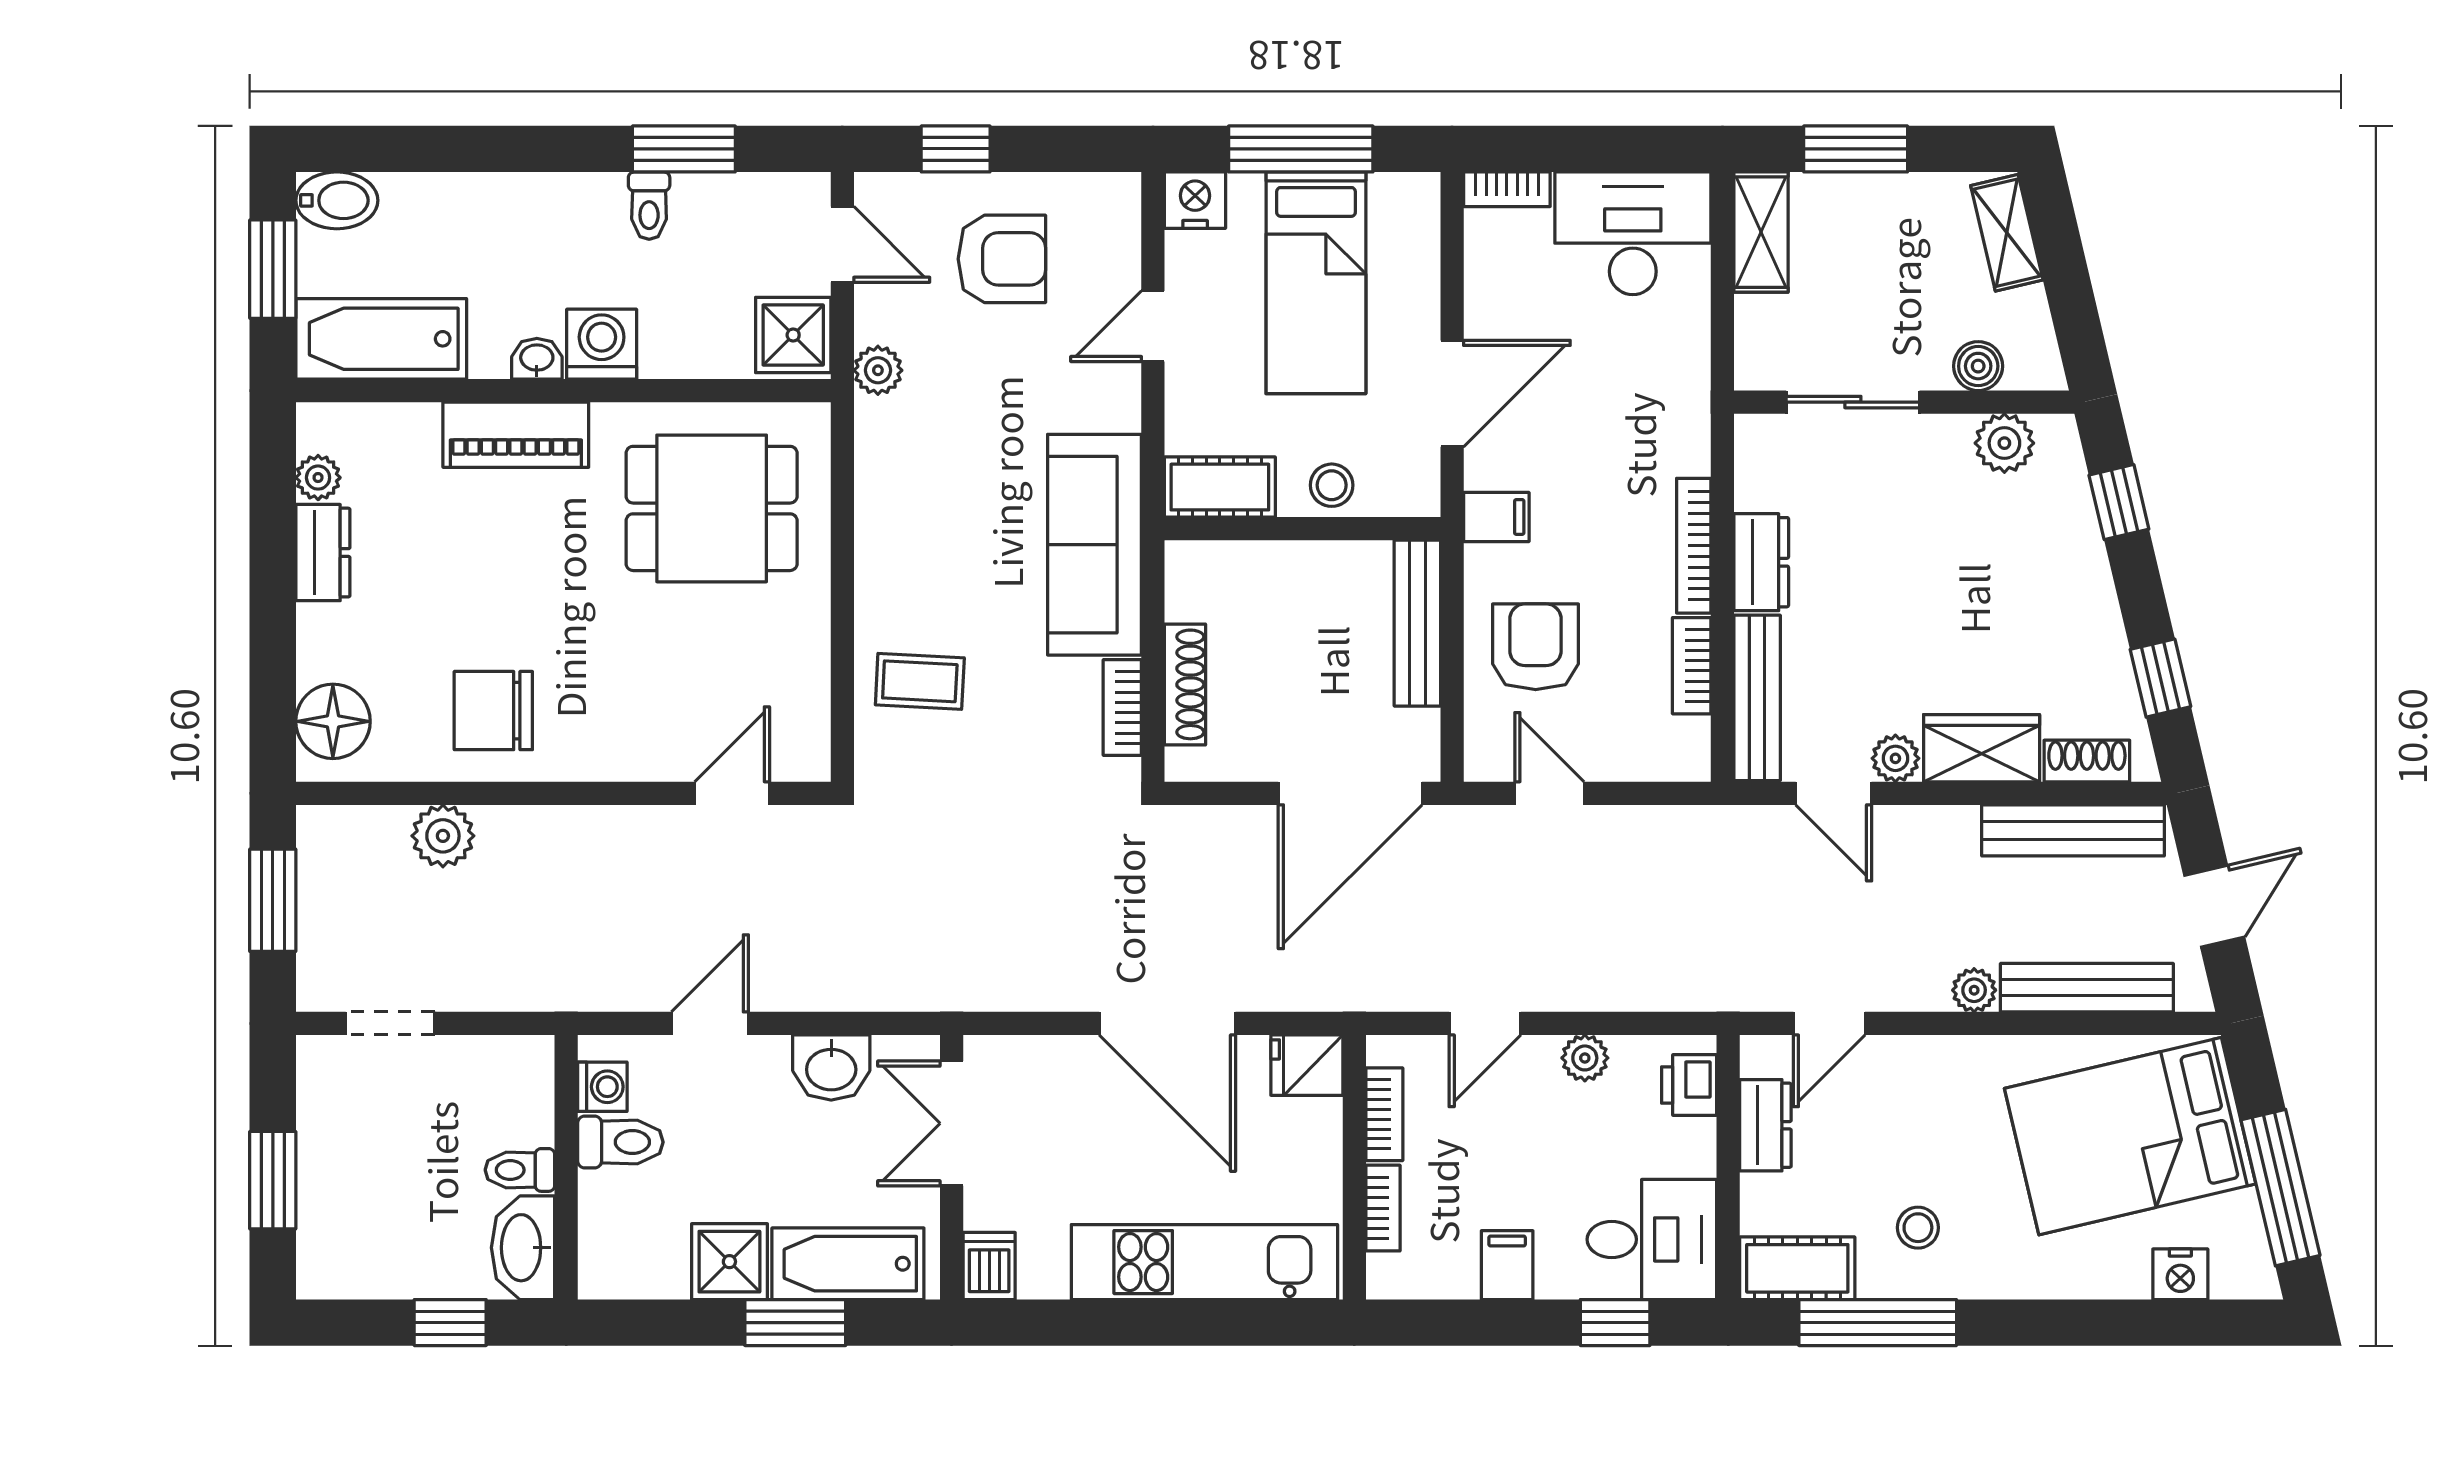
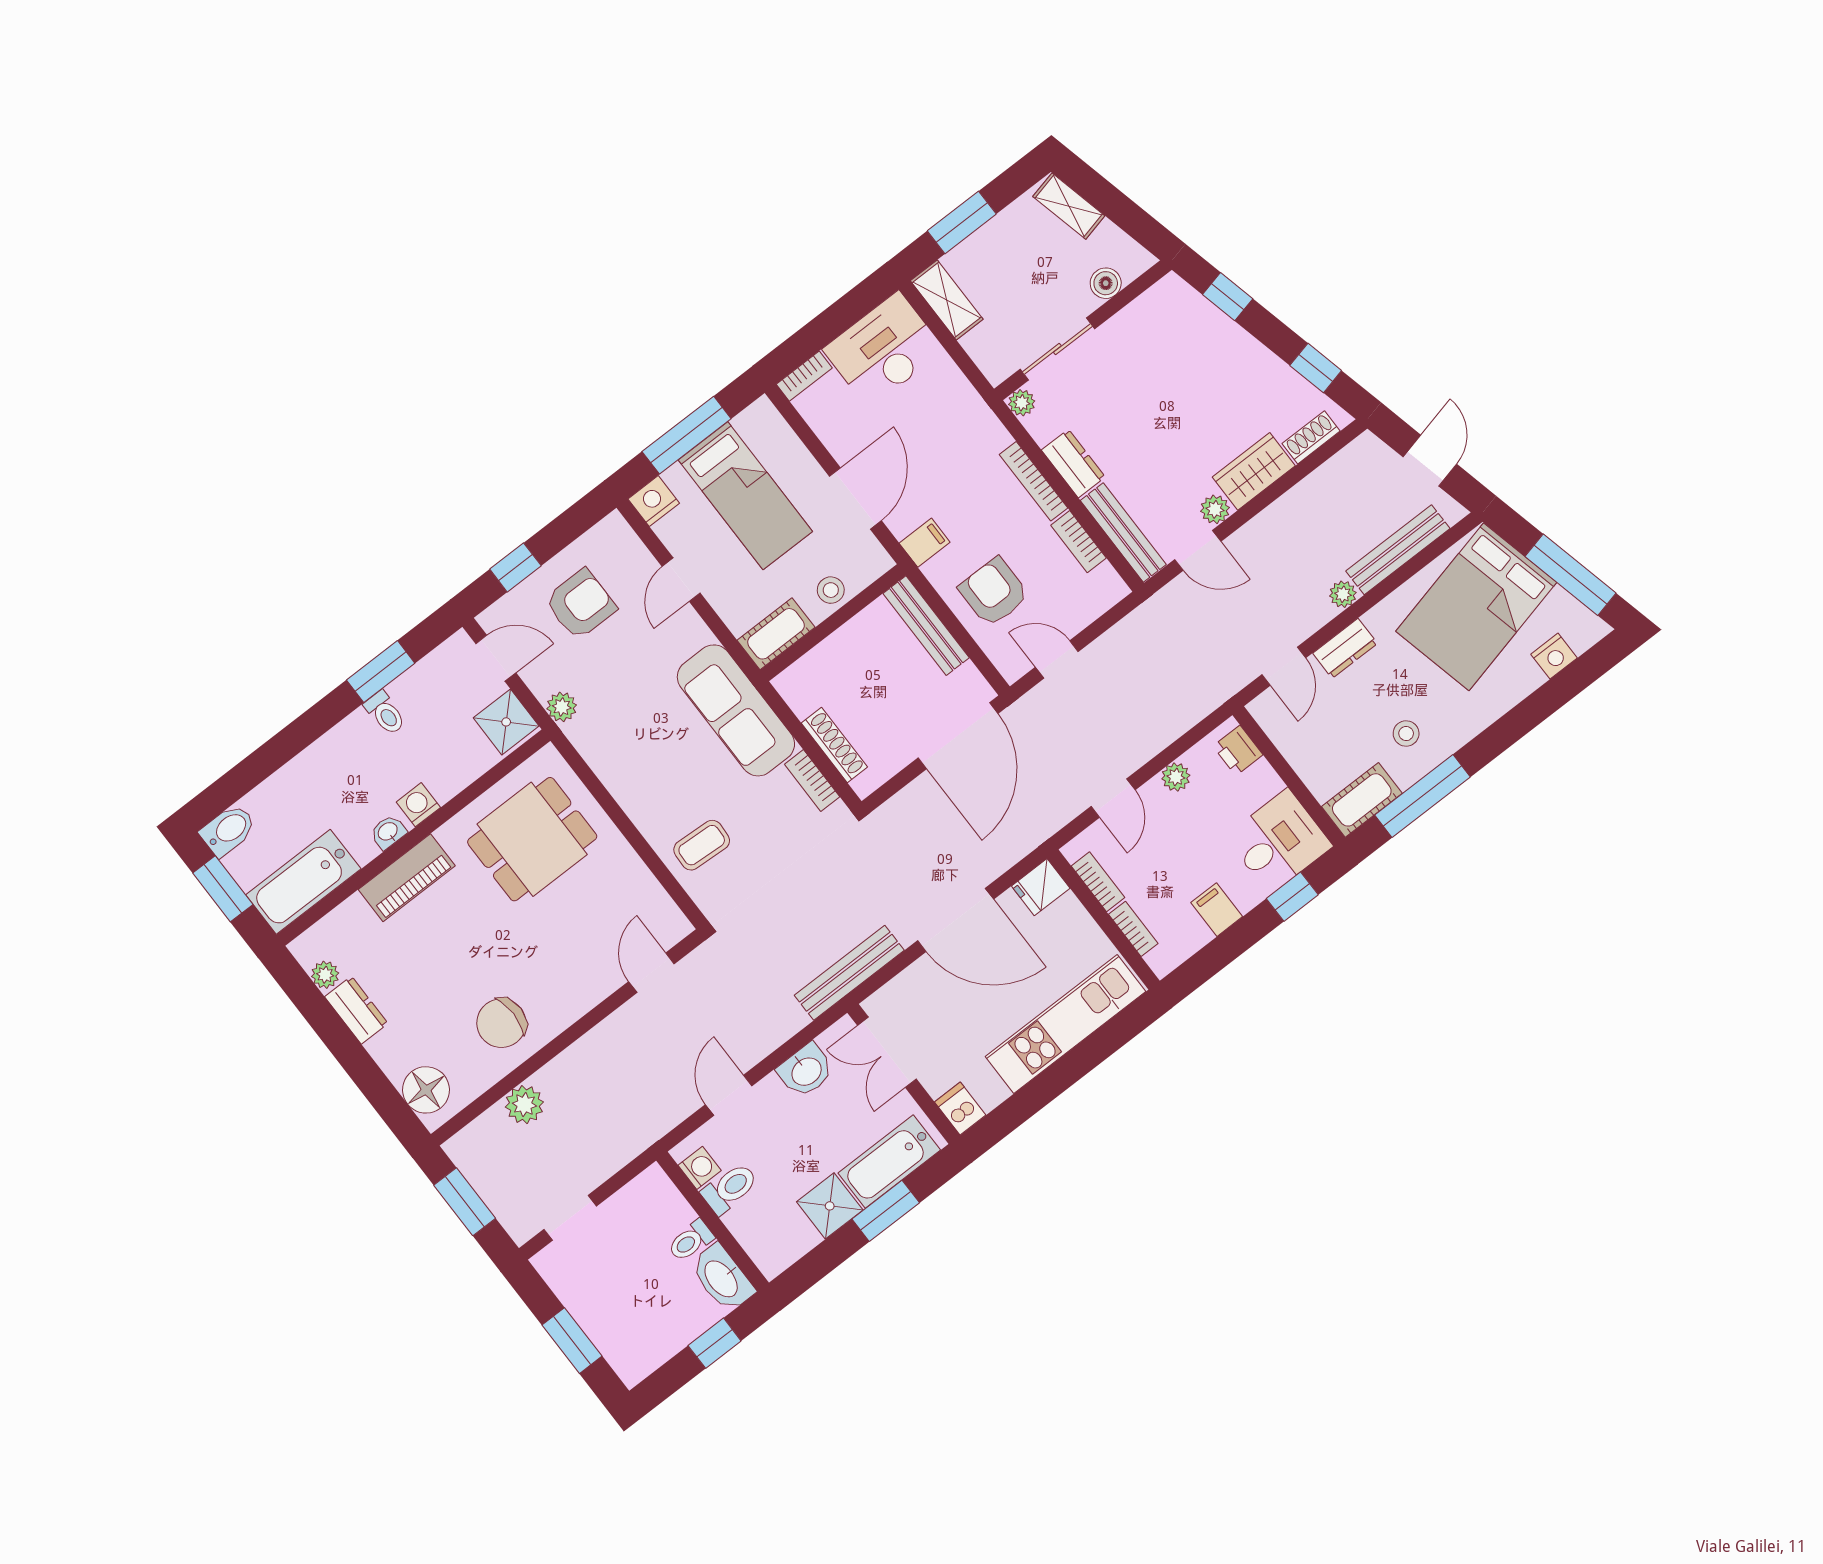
washing machine: (602, 344) -> (418, 805), width x0.73, depth x0.73
plant: (2004, 443) -> (1022, 403), moved, width x0.73, depth x0.73
bench: (2073, 830) -> (849, 973), moved
dresser: (1765, 1125) -> (1345, 648), moved, turned 90

